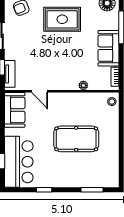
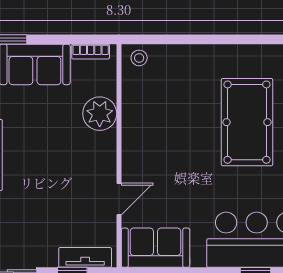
plant: (83, 85) -> (100, 114), width x1.88, depth x1.88
pool table: (76, 139) -> (247, 122), moved

